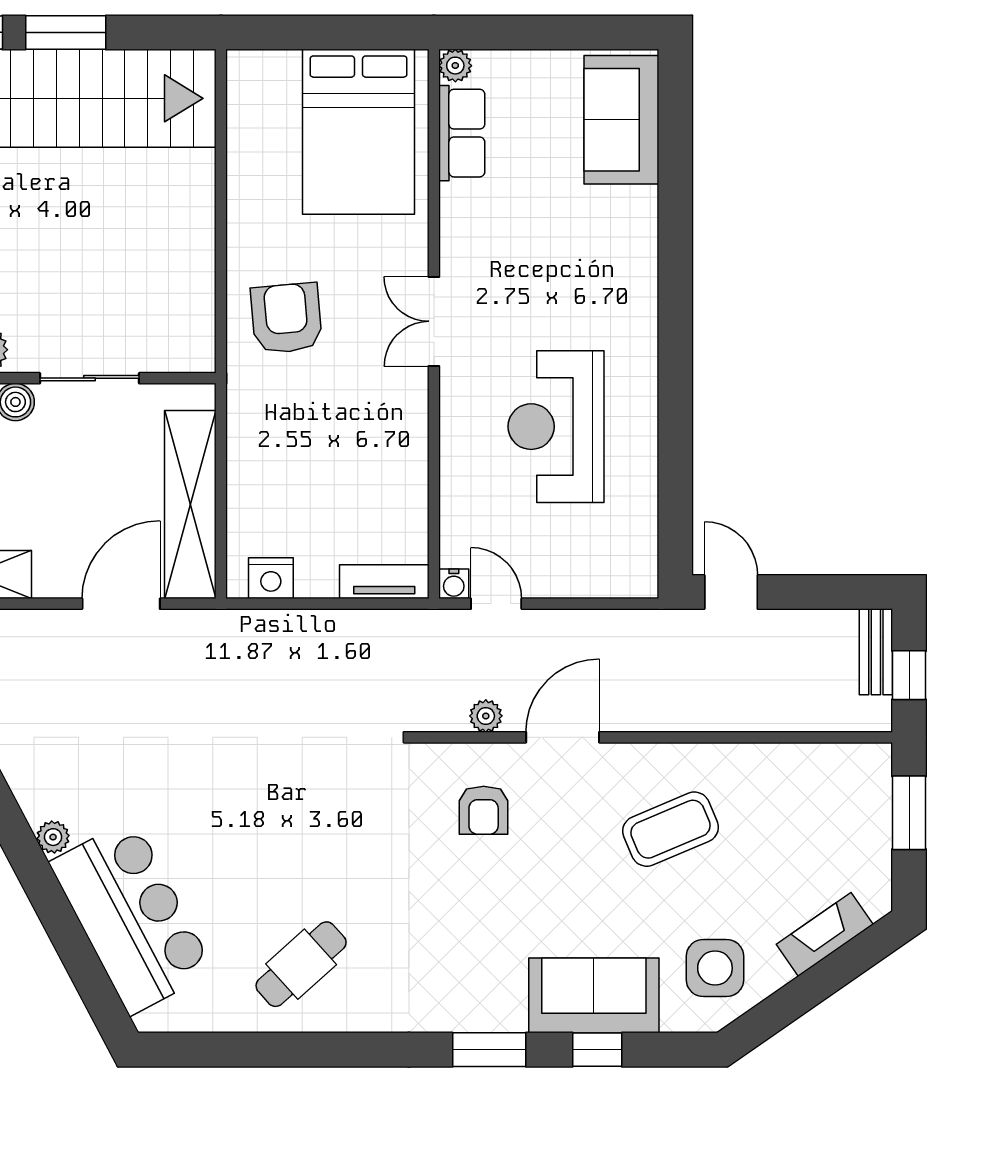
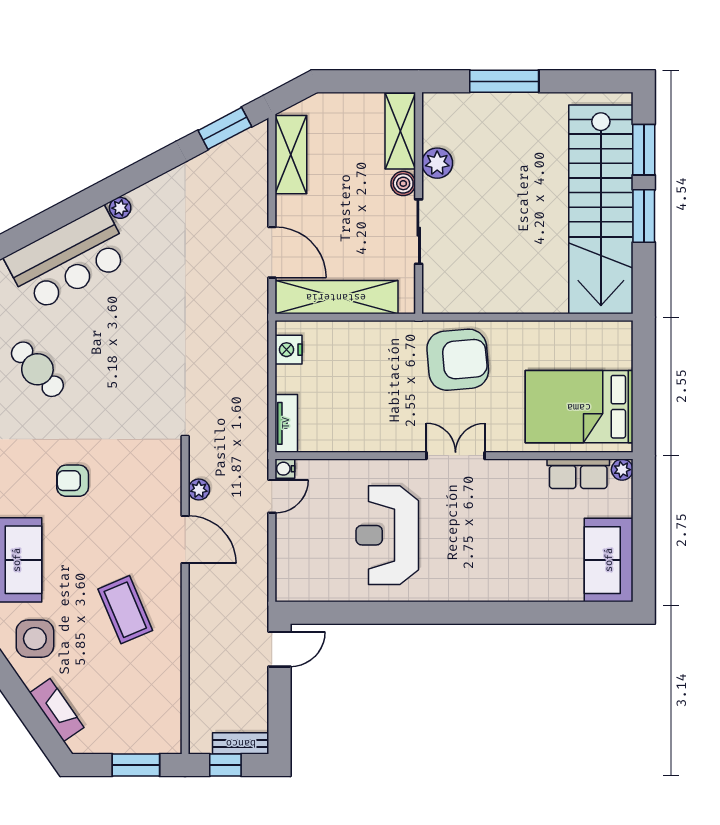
sofa: (621, 120) -> (609, 560), moved, turned -90
armchair: (286, 318) -> (458, 360), width x1.36, depth x1.36
reception desk: (556, 427) -> (387, 535), turned -90
armchair: (484, 810) -> (73, 481), moved

